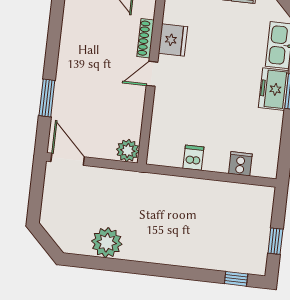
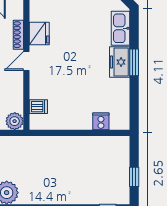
dishwasher: (193, 158) -> (38, 107), moved, turned 90

